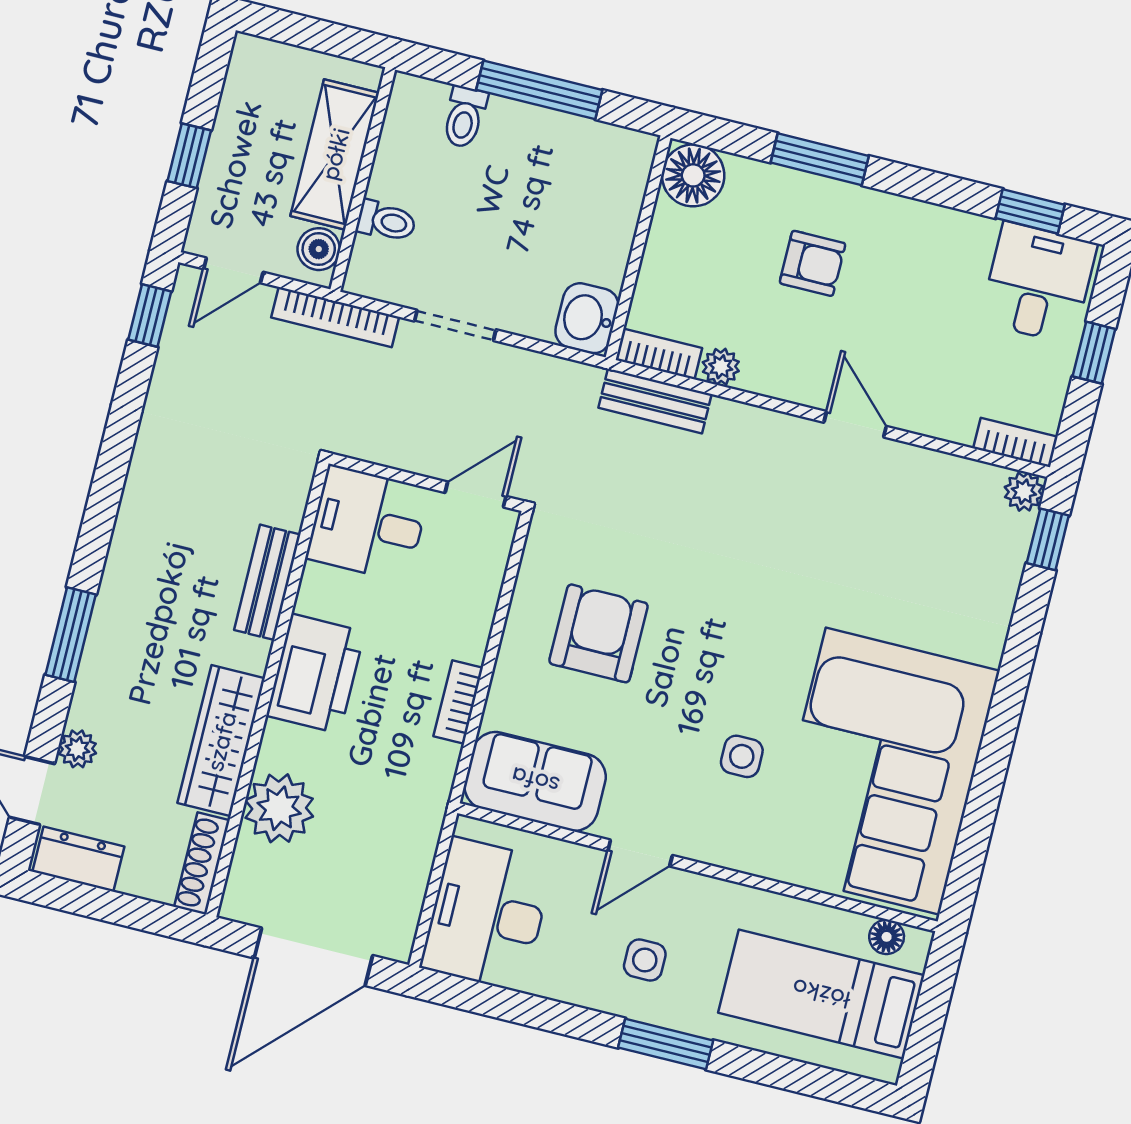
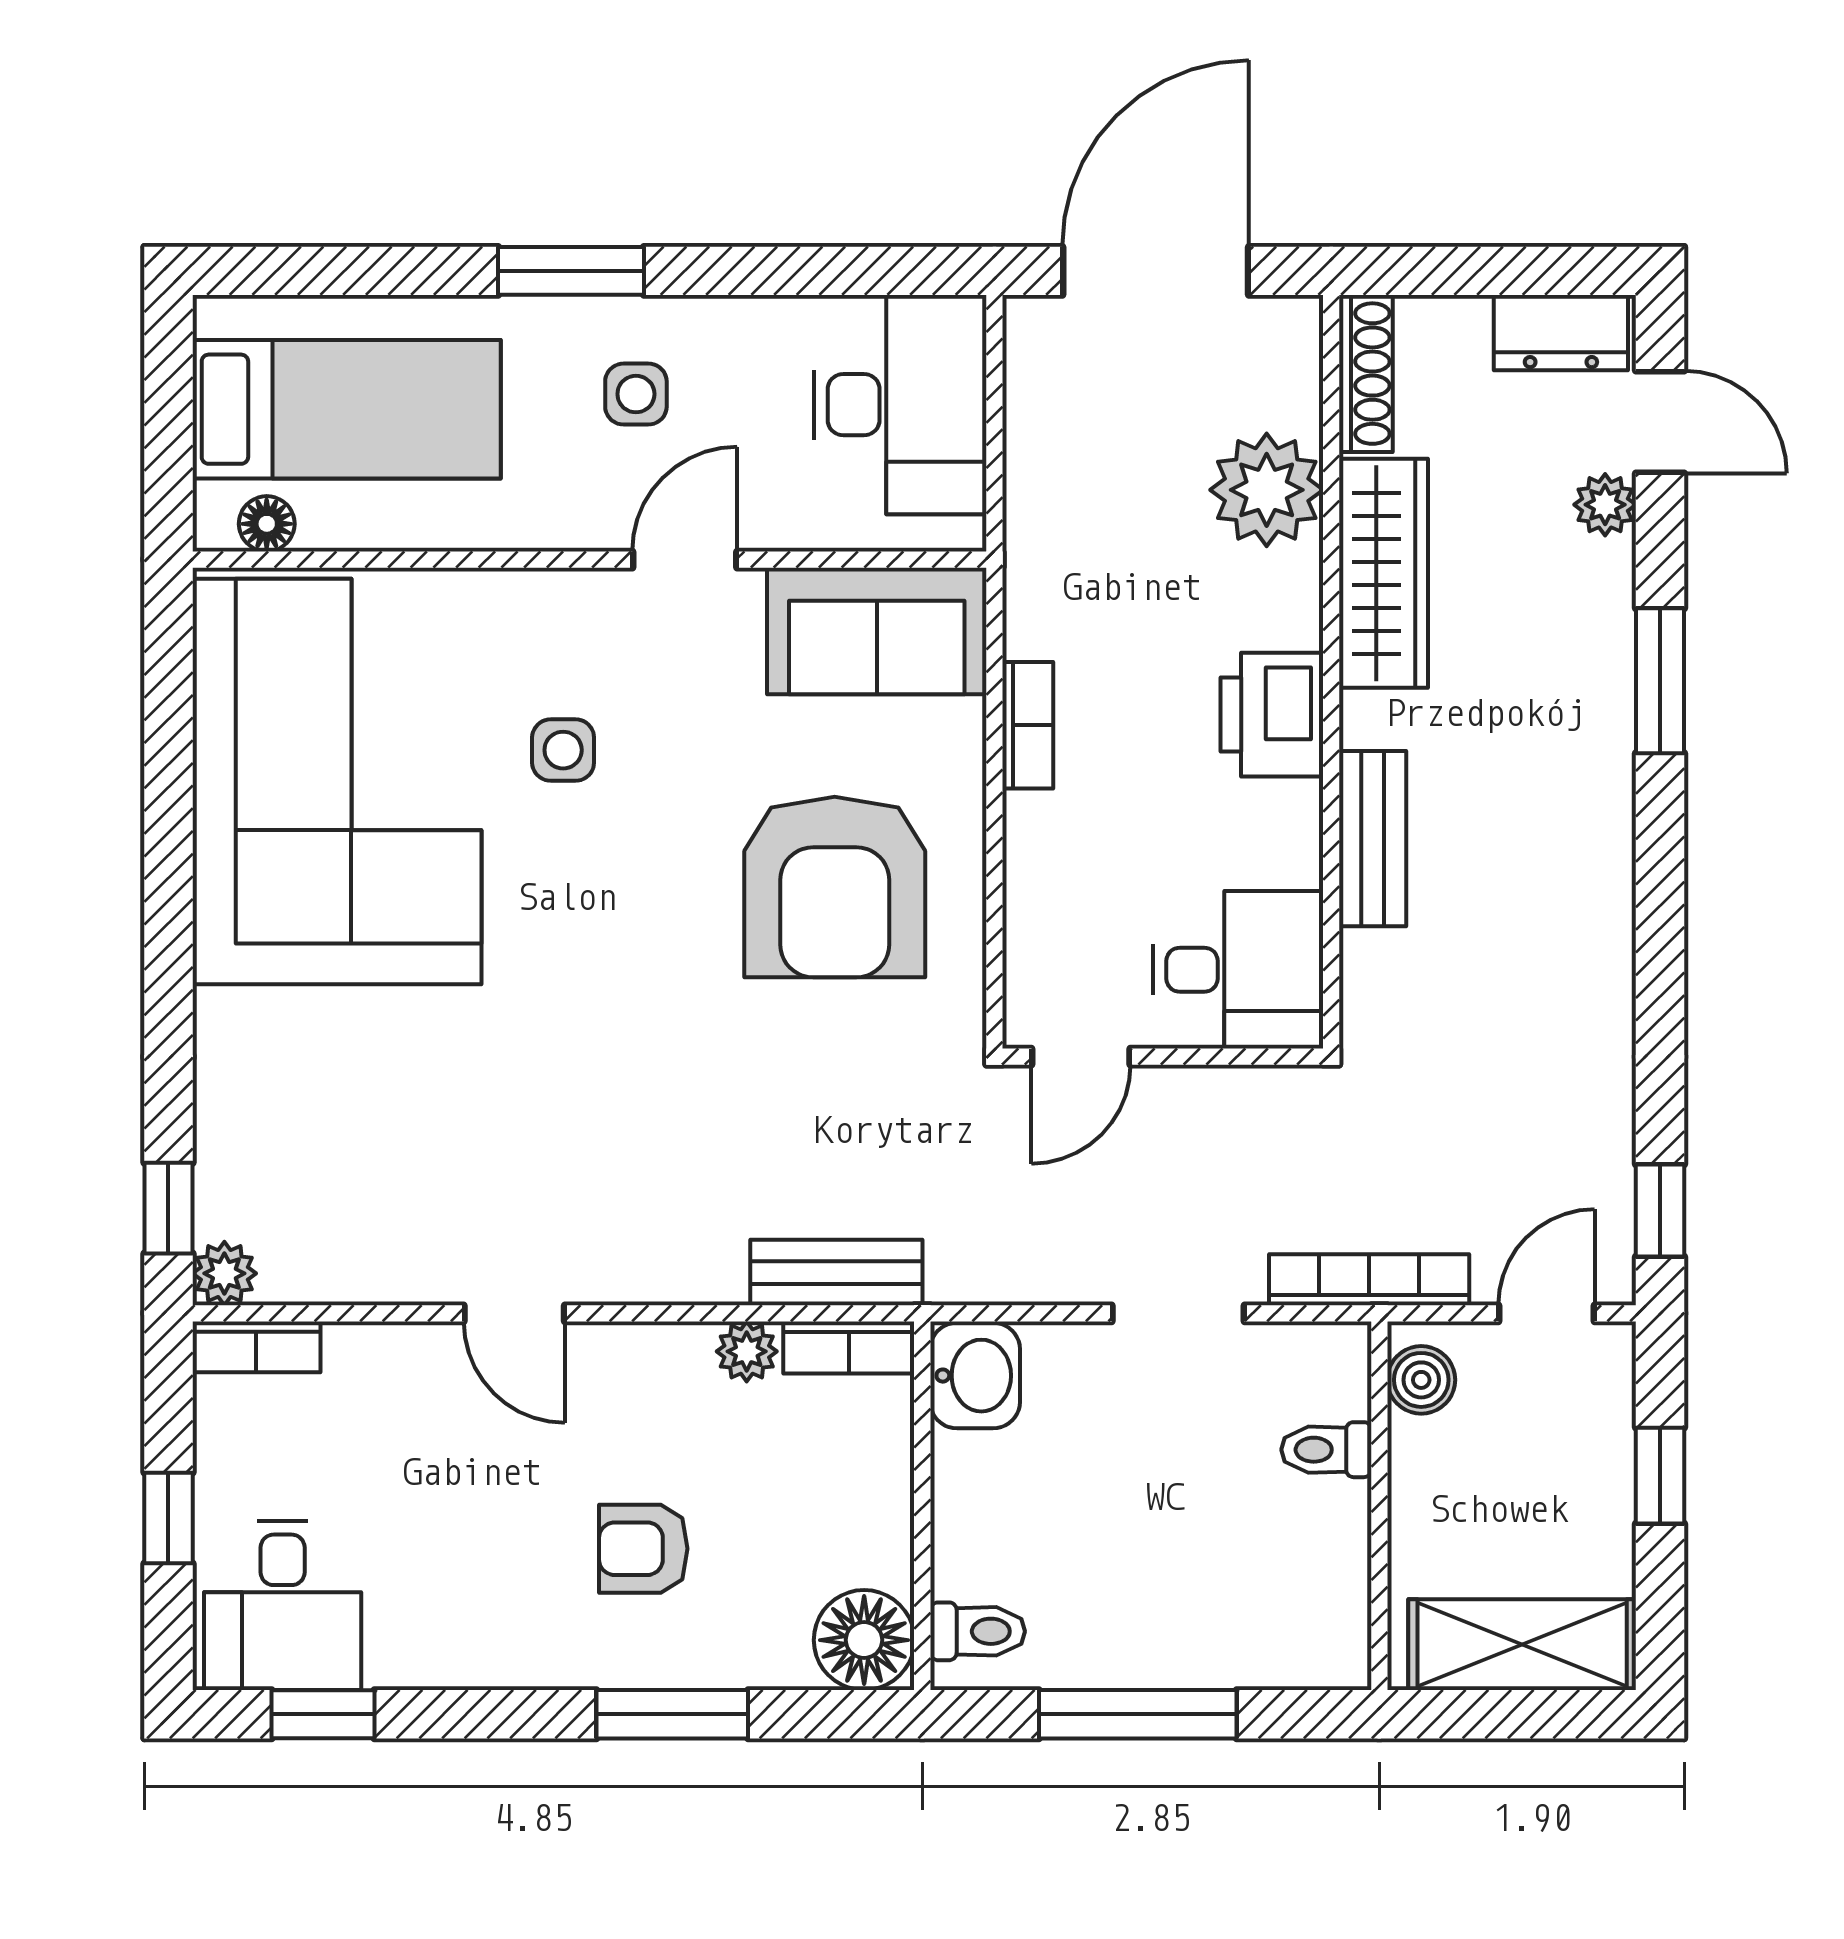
toilet: (465, 117) -> (978, 1631), moved, turned 90
shelving: (335, 154) -> (1522, 1645), moved, turned 90
armchair: (599, 633) -> (835, 887), width x1.36, depth x1.36
printer: (315, 674) -> (1272, 715), width x0.73, depth x0.84

